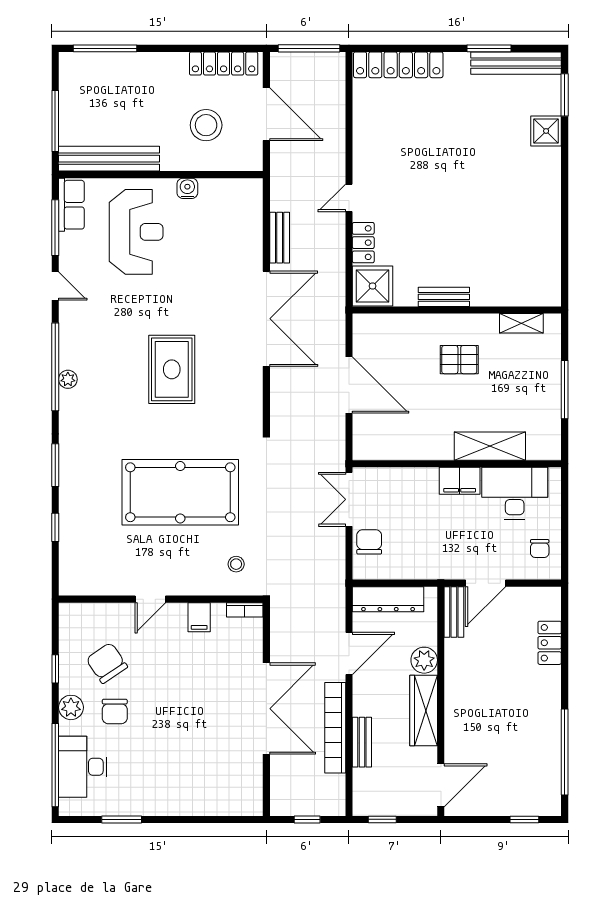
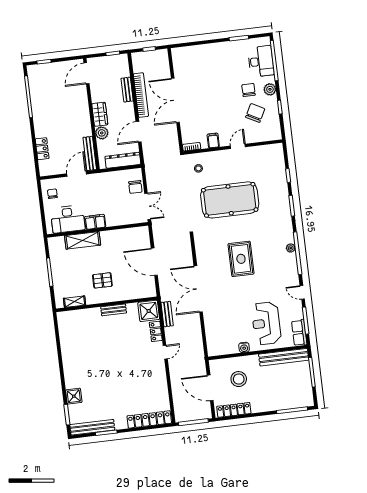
bench: (280, 238) -> (167, 314), moved
bench: (454, 612) -> (90, 153), width x1.36
chair: (107, 663) -> (255, 113), turned -118
wardrobe: (424, 710) -> (100, 114), width x0.67

